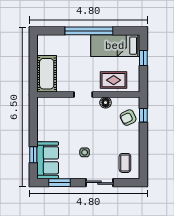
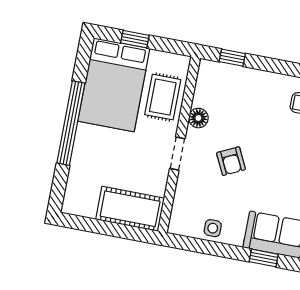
bed: (115, 46) -> (114, 85), width x1.50
armchair: (128, 118) -> (231, 161), moved
side table: (85, 152) -> (213, 228), moved

